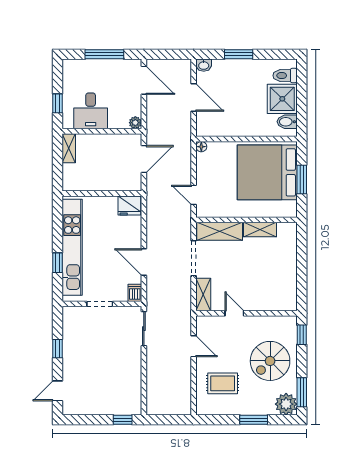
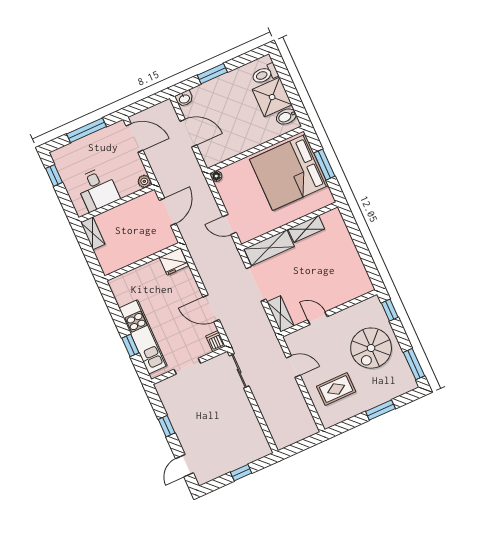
window: (58, 103) -> (54, 175), moved
kitchen unit: (72, 247) -> (143, 337), width x0.73
plant: (286, 404) -> (404, 382), removed
window: (123, 420) -> (241, 473), moved

